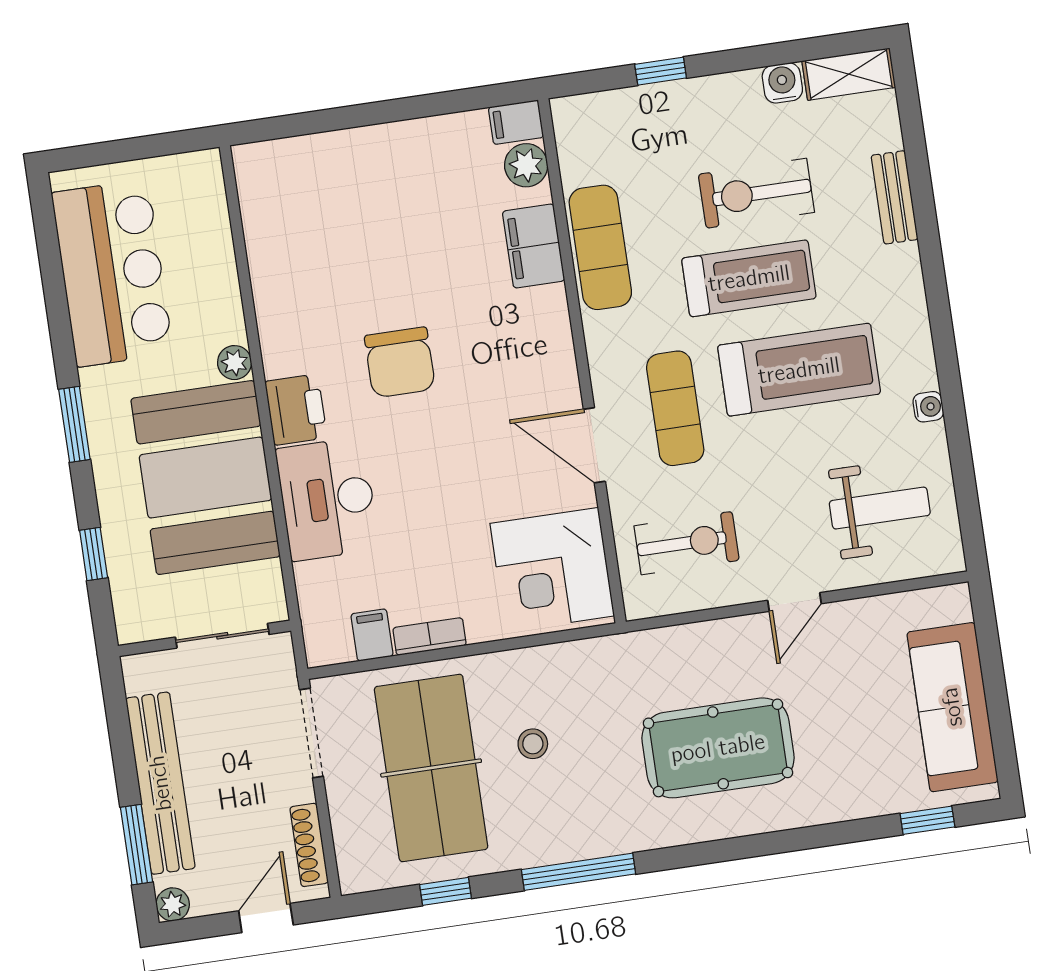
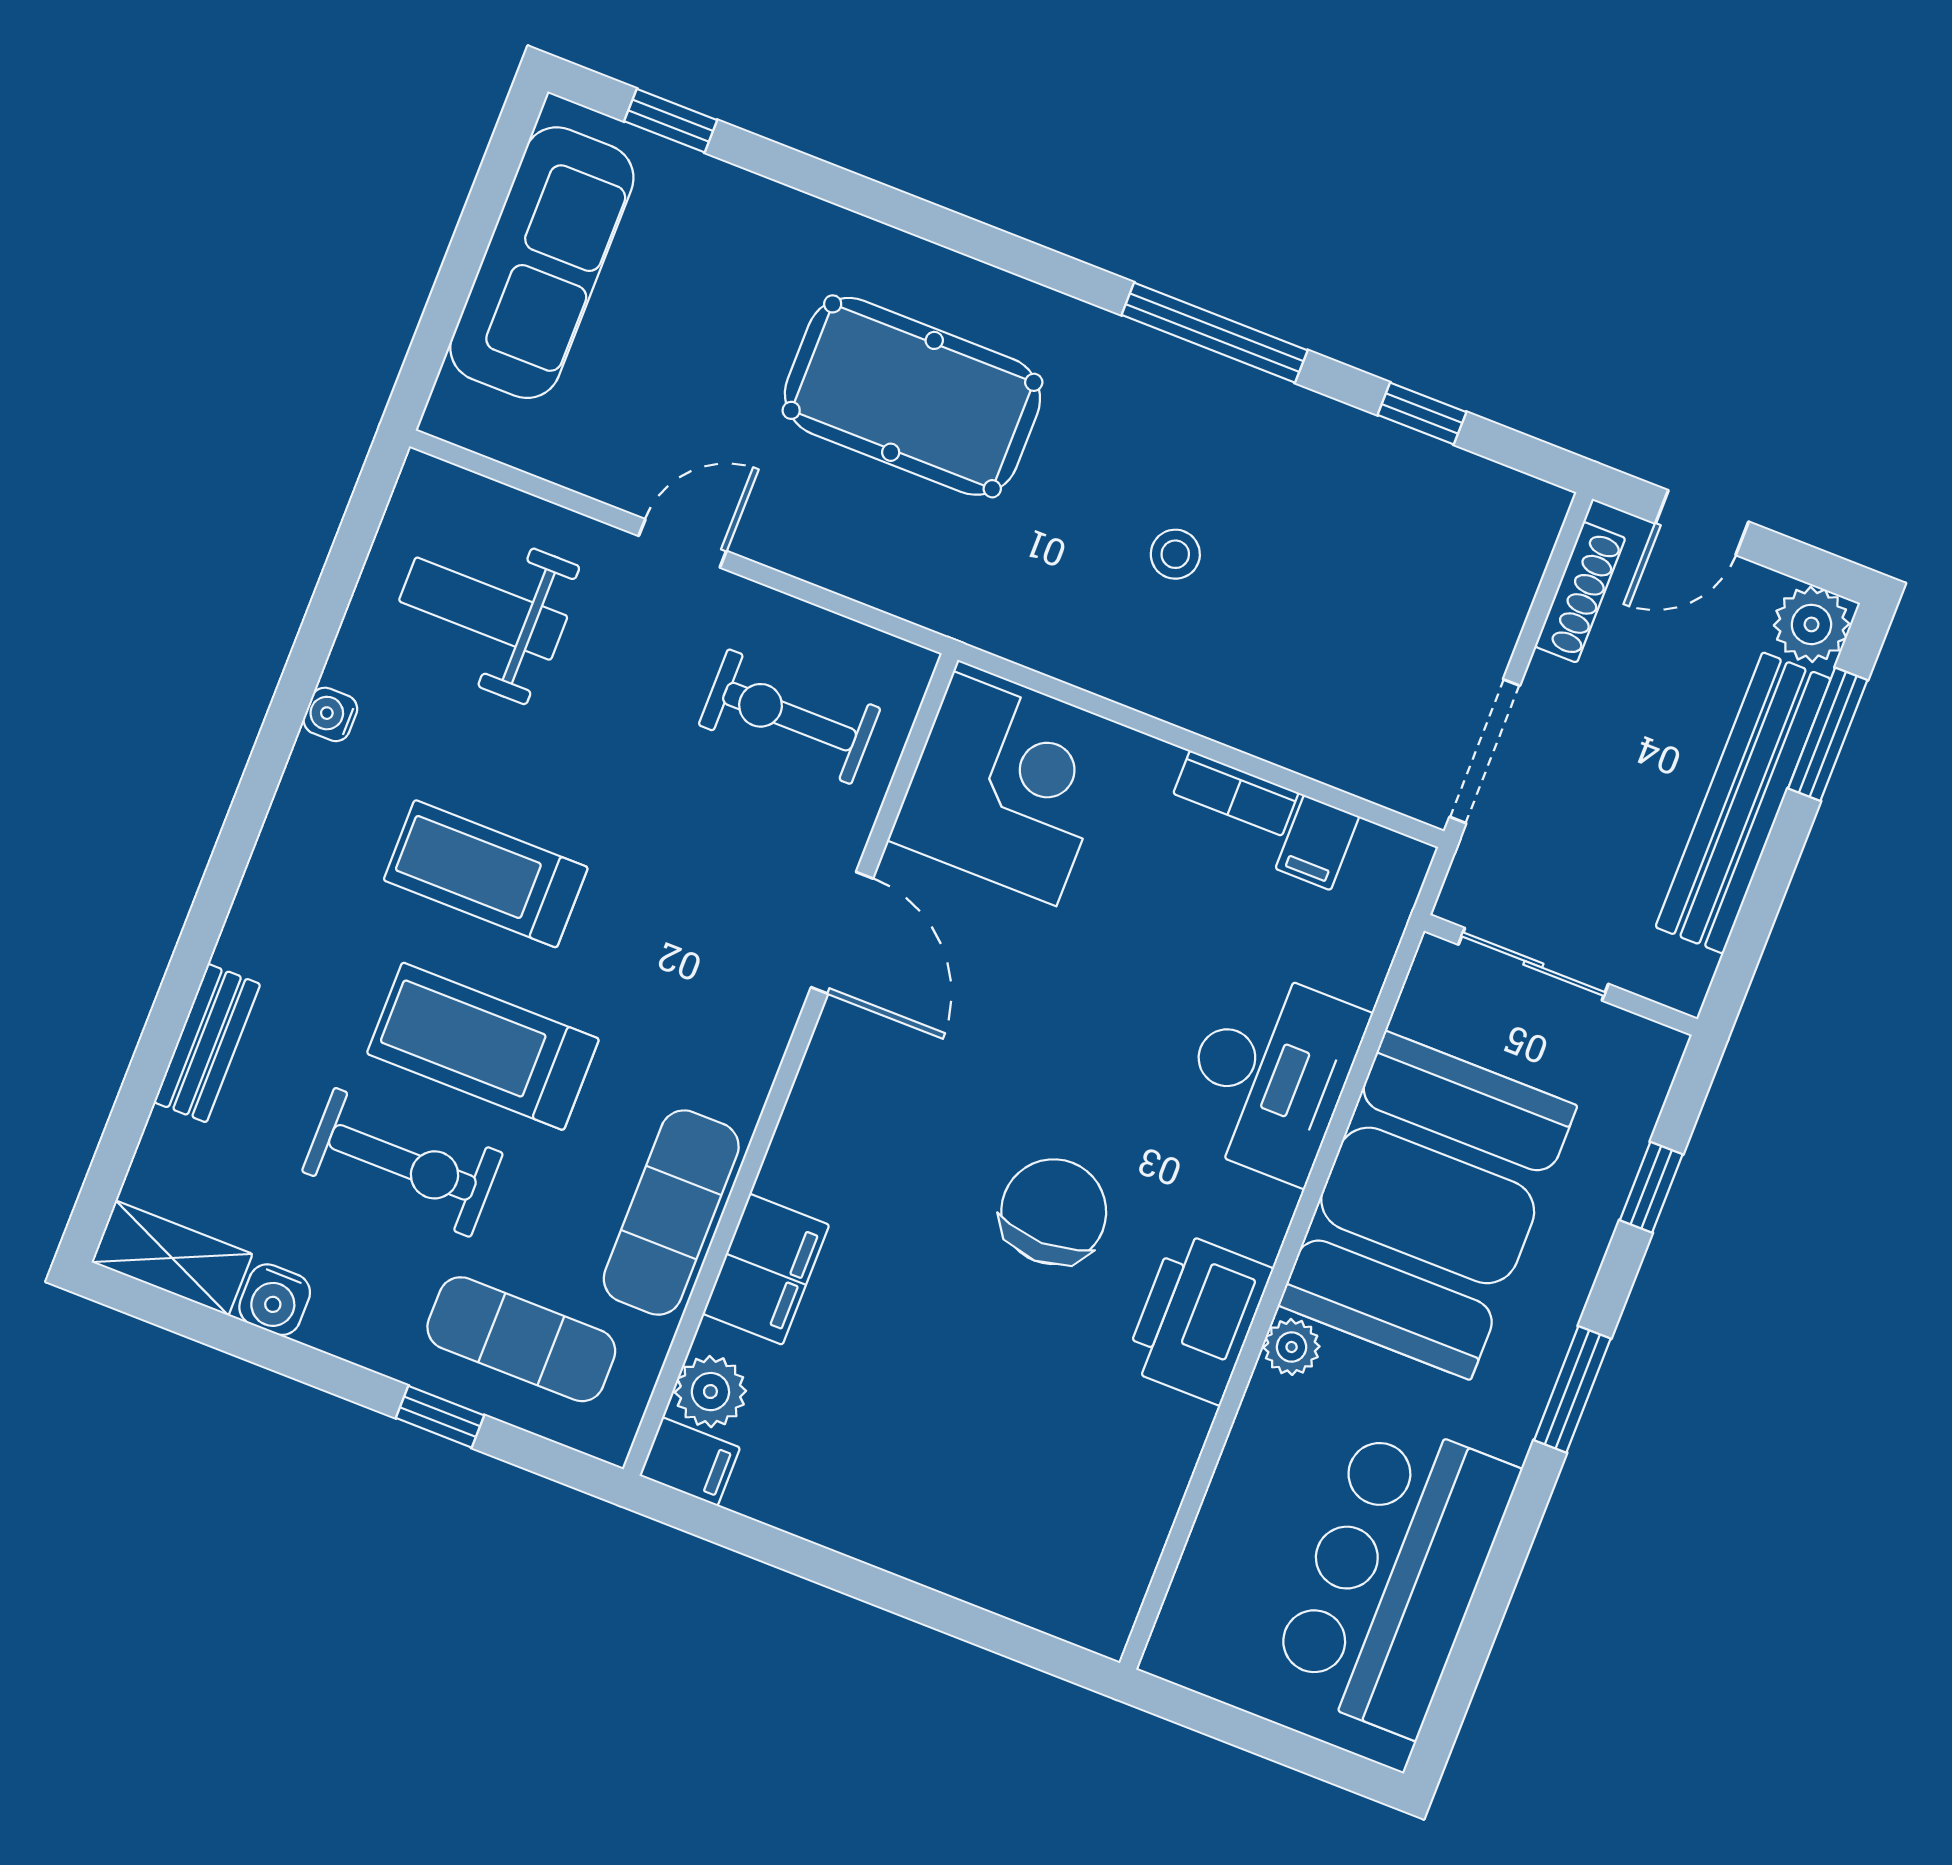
treadmill: (799, 370) -> (486, 874), width x0.73, depth x0.73
exercise mat: (675, 408) -> (521, 1339), moved, turned 90
printer: (296, 410) -> (1198, 1318), moved, width x1.37, depth x1.19
table tennis table: (431, 768) -> (1341, 603), removed
plant: (173, 904) -> (1811, 624), width x1.38, depth x1.38

